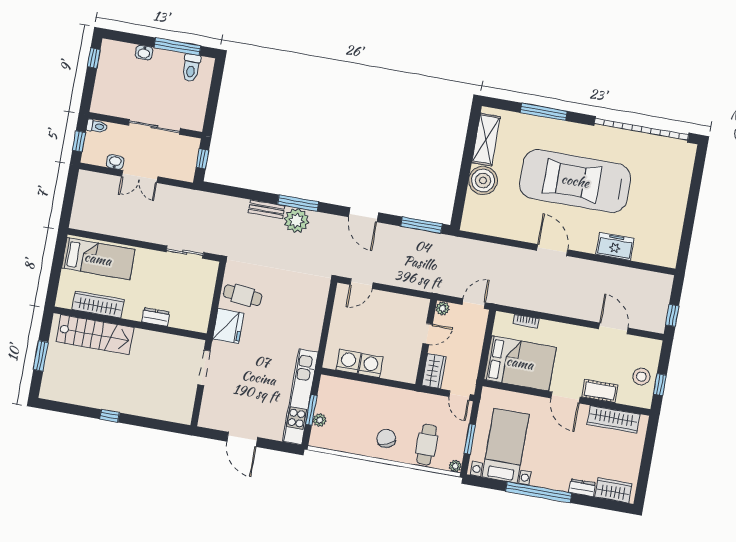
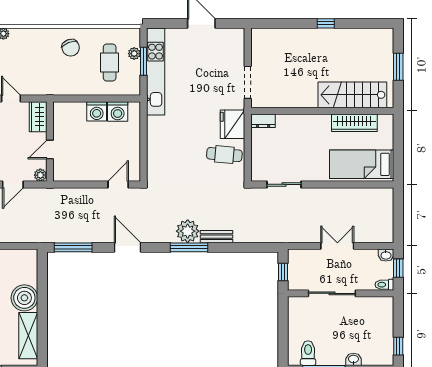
washbasin: (115, 162) -> (386, 255), moved
dresser: (156, 317) -> (263, 121), moved
cafe table: (427, 445) -> (110, 62), moved

